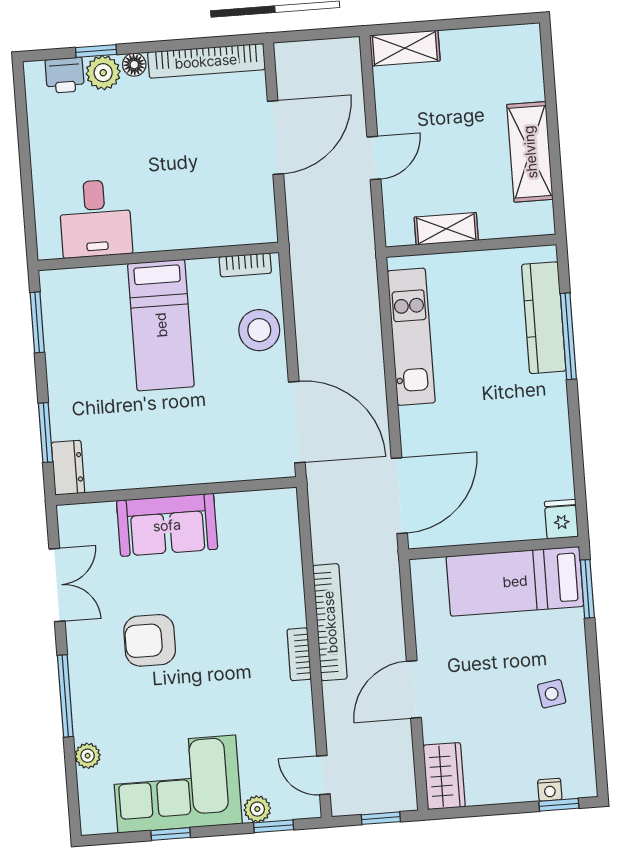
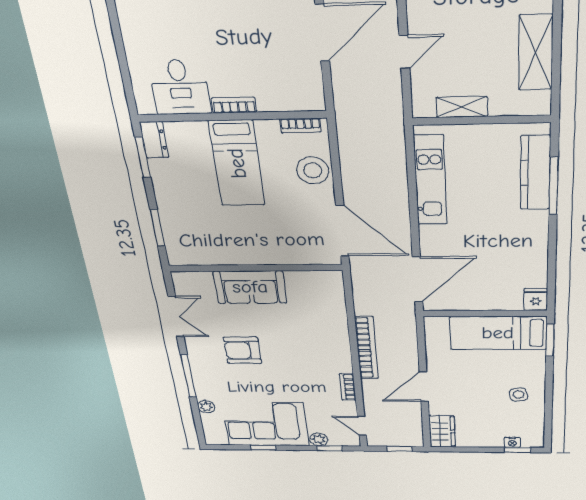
bookcase: (162, 240) -> (234, 105), added
dresser: (68, 468) -> (154, 140), moved
bookcase: (299, 654) -> (348, 387), moved

